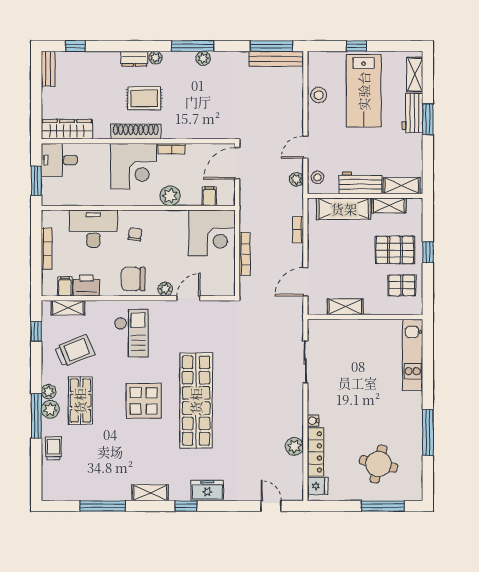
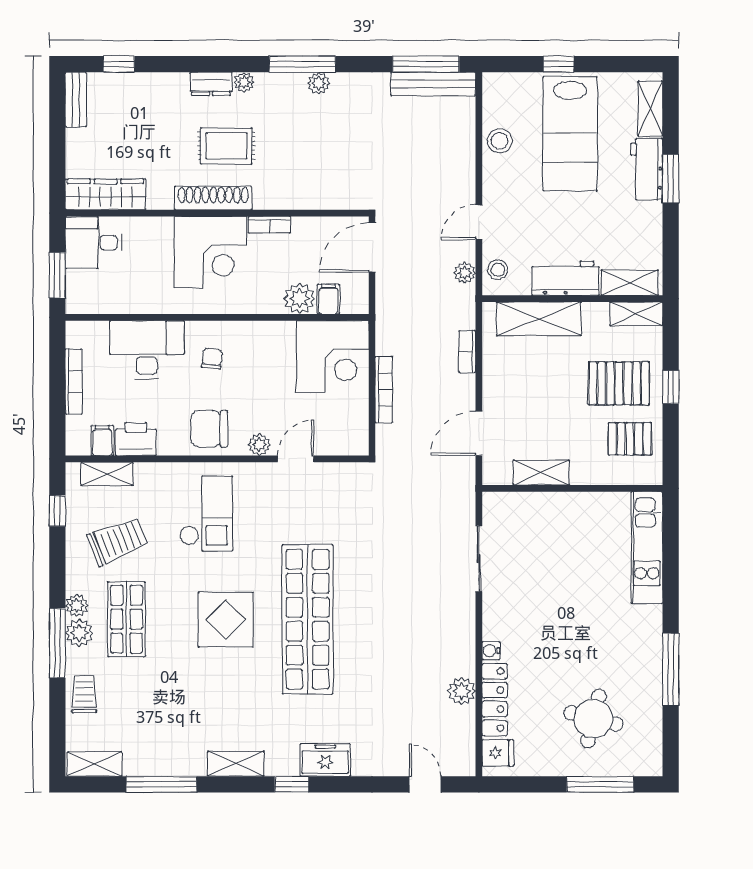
plant: (170, 196) -> (299, 299), moved
shelving: (389, 206) -> (636, 314), moved
shelving: (60, 493) -> (95, 764), added

